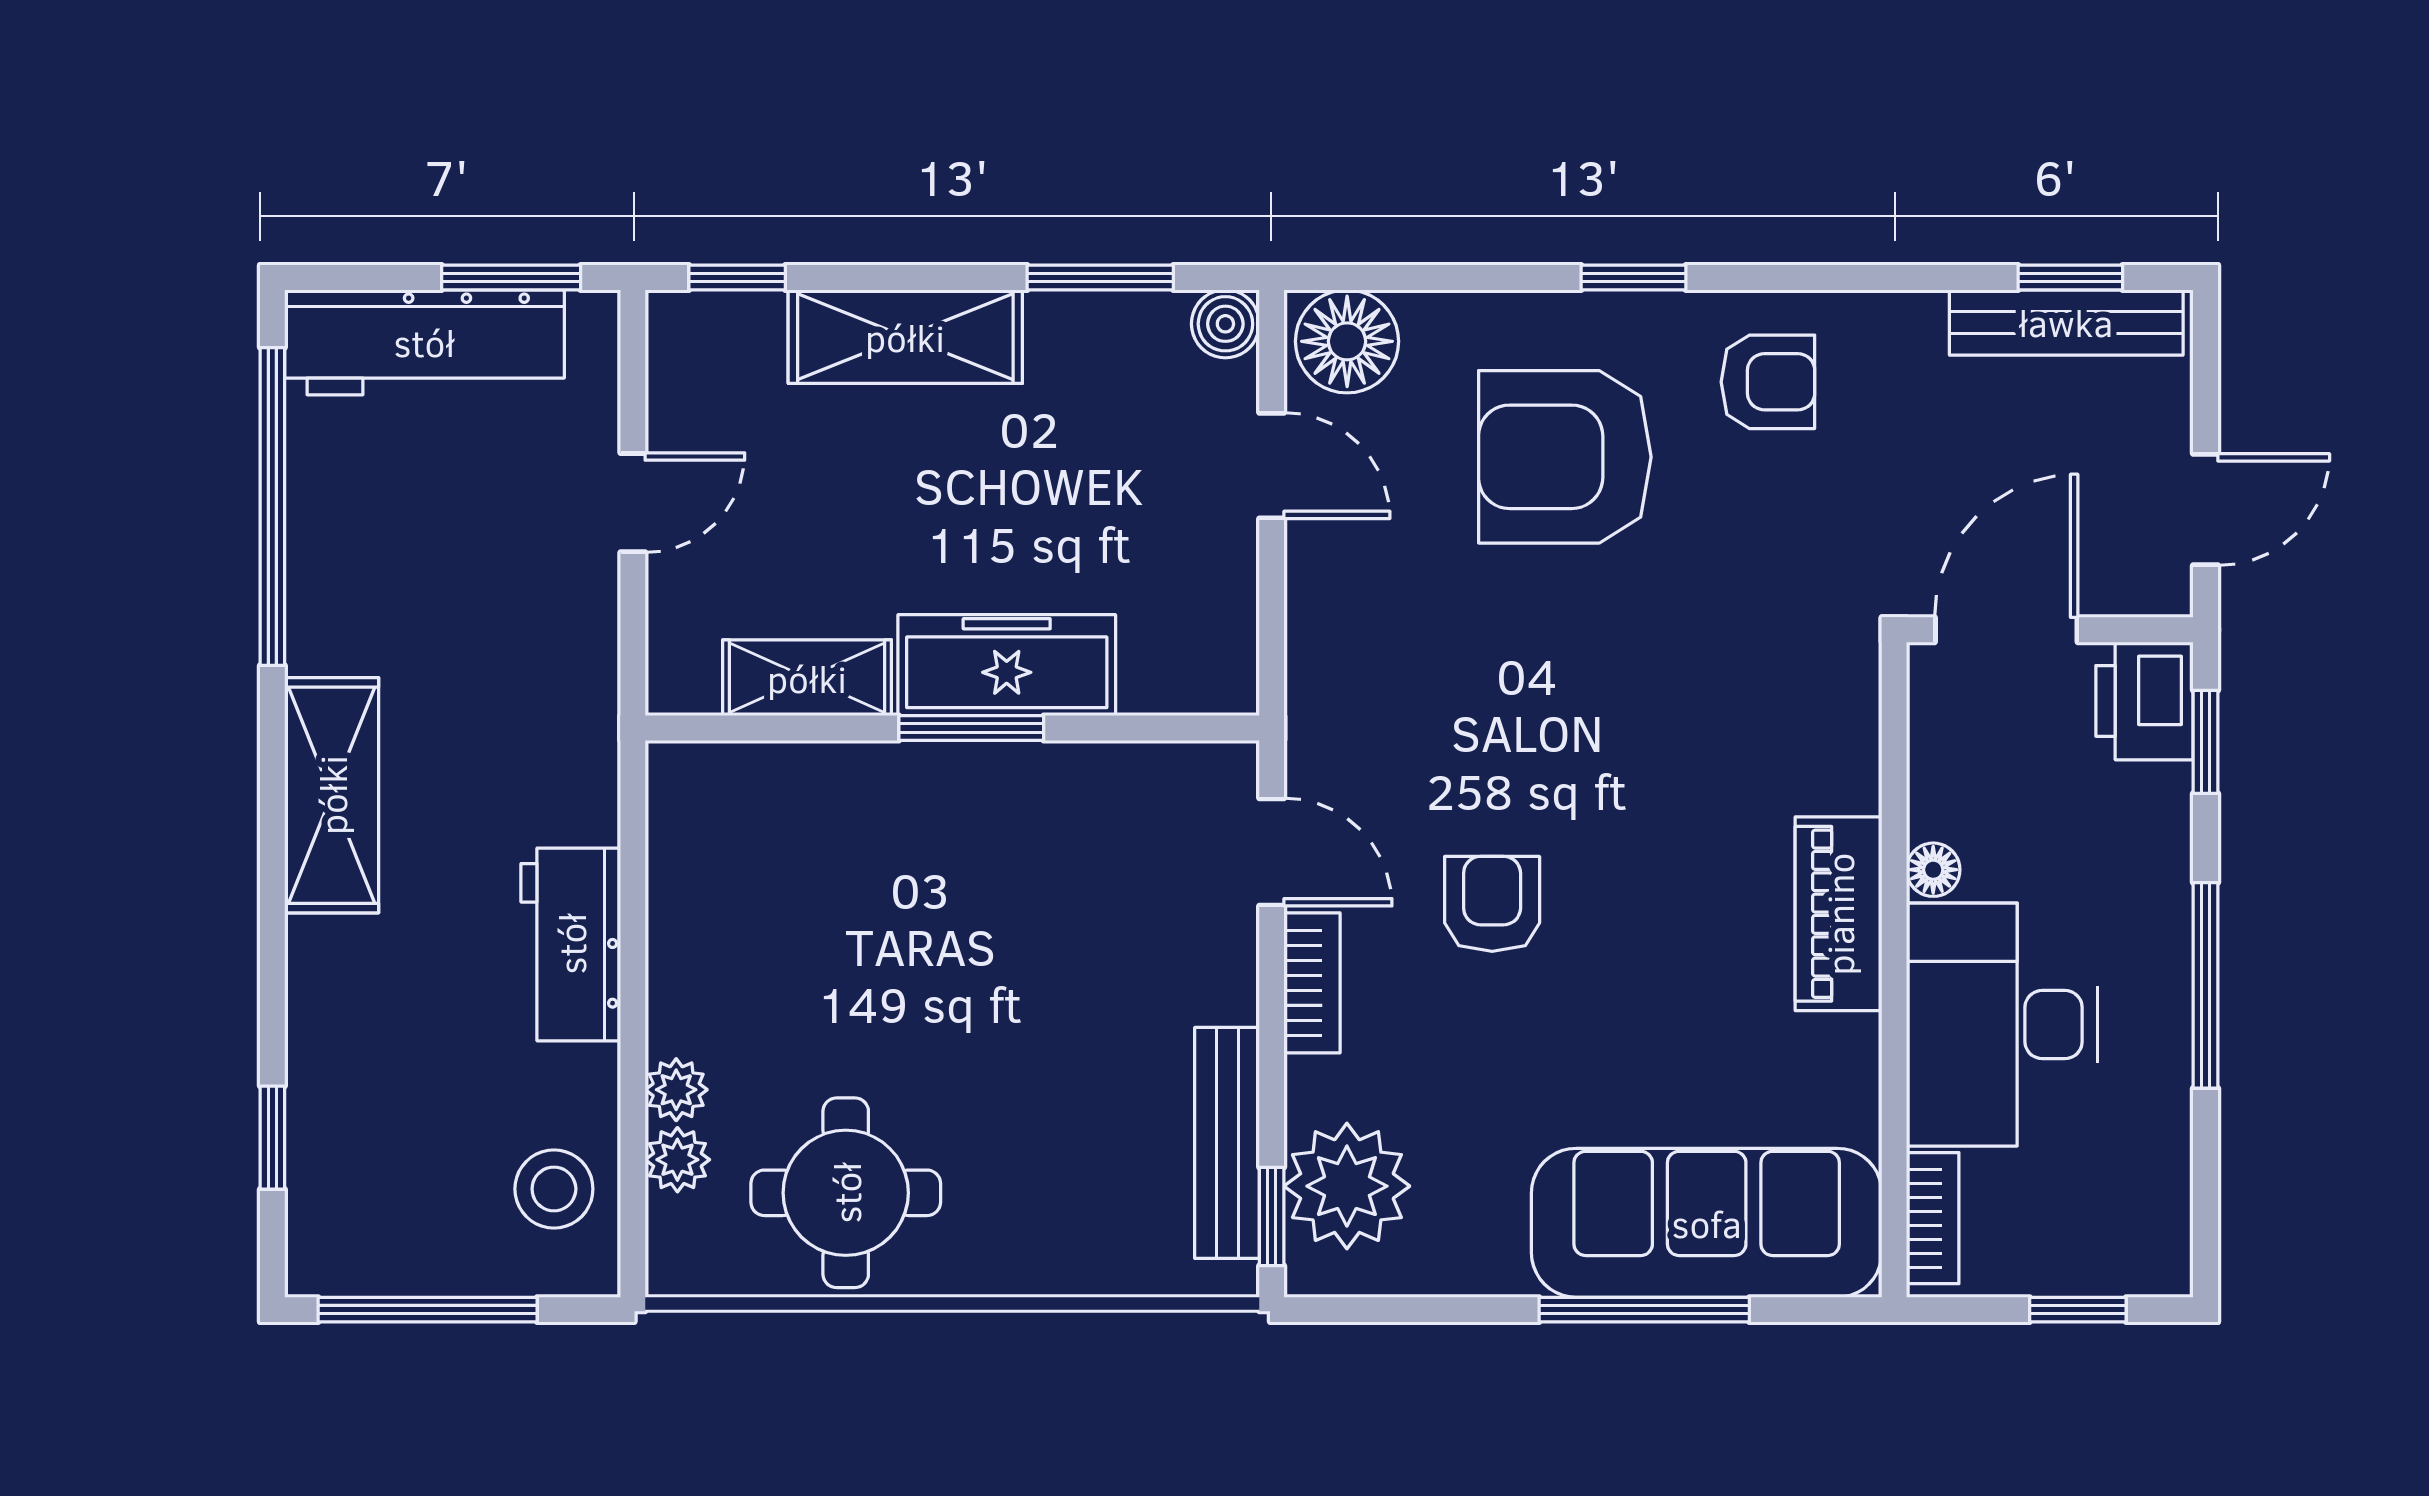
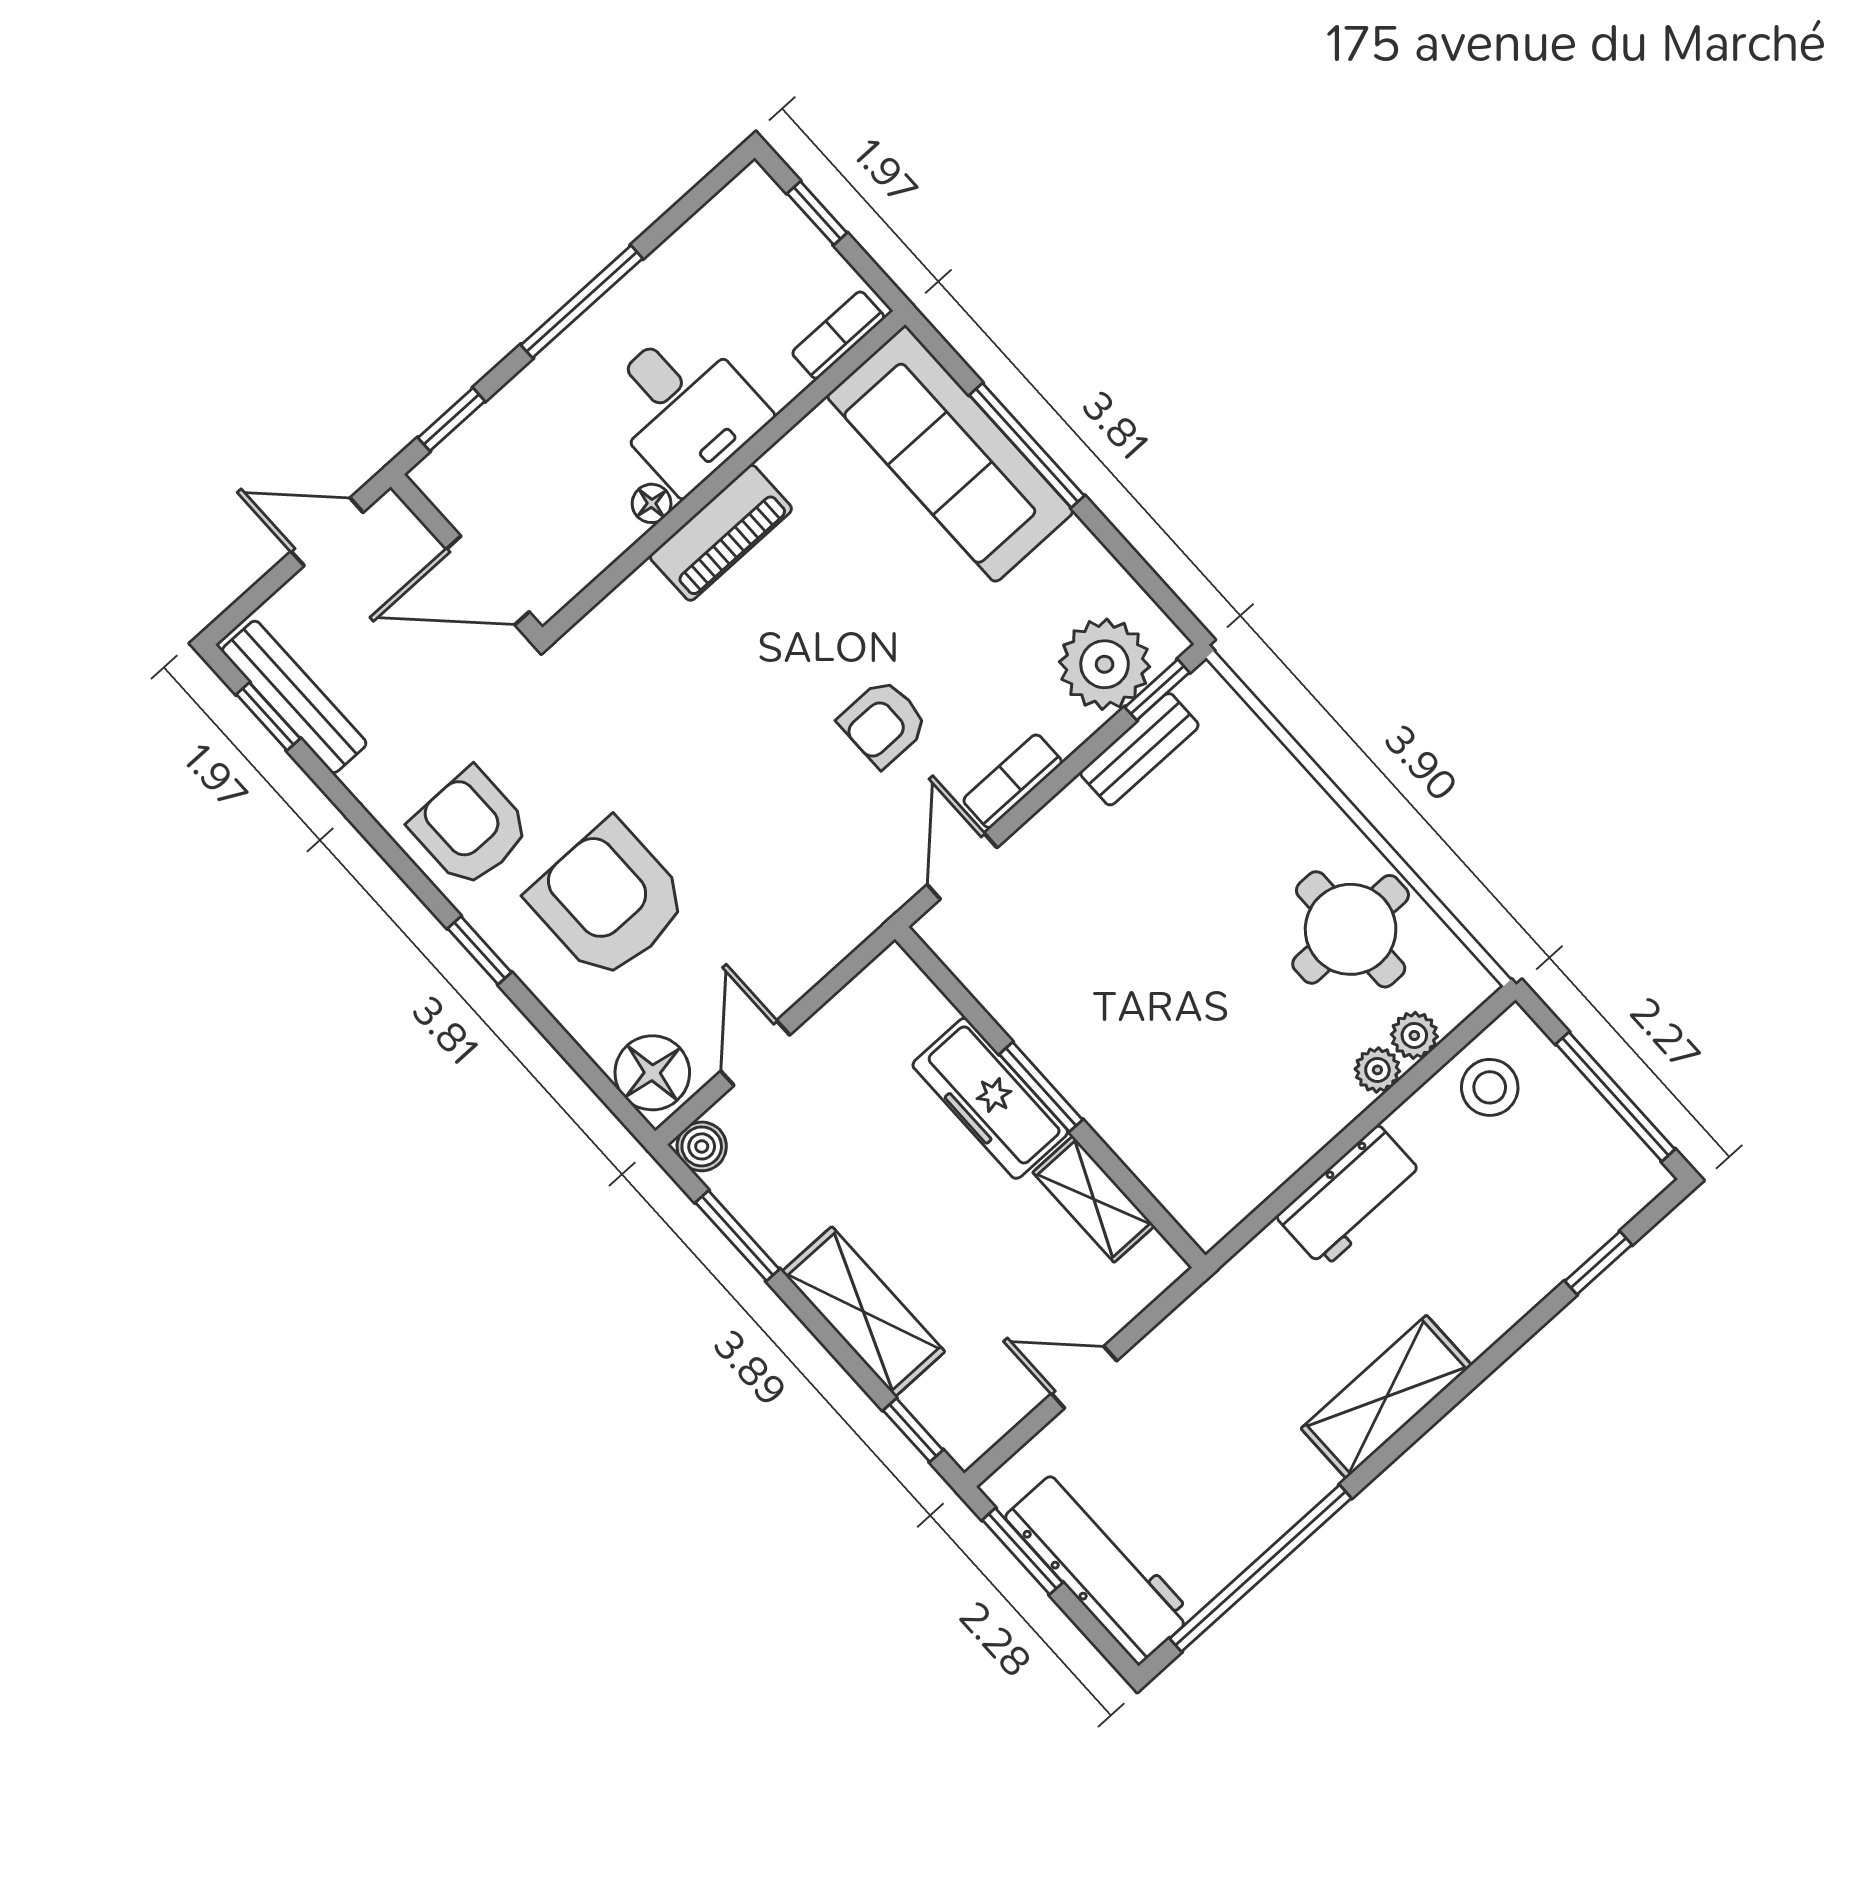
armchair: (1768, 382) -> (470, 828), width x1.38, depth x1.38
armchair: (1565, 457) -> (609, 900), turned 180
printer: (2144, 701) -> (459, 472), removed
desk: (2002, 1025) -> (684, 408), width x0.73
bench: (1227, 1143) -> (1139, 749), width x0.73

